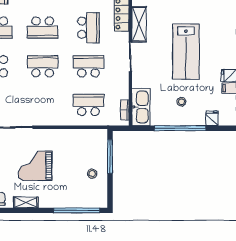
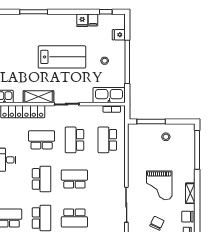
school desk: (43, 66) -> (74, 179), turned 90

